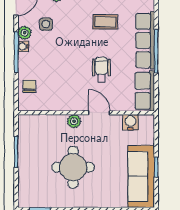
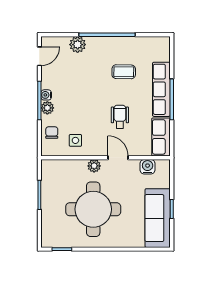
side table: (46, 24) -> (75, 140), moved
plant: (25, 33) -> (47, 108), moved
round table: (73, 167) -> (93, 209), width x1.36, depth x1.36

